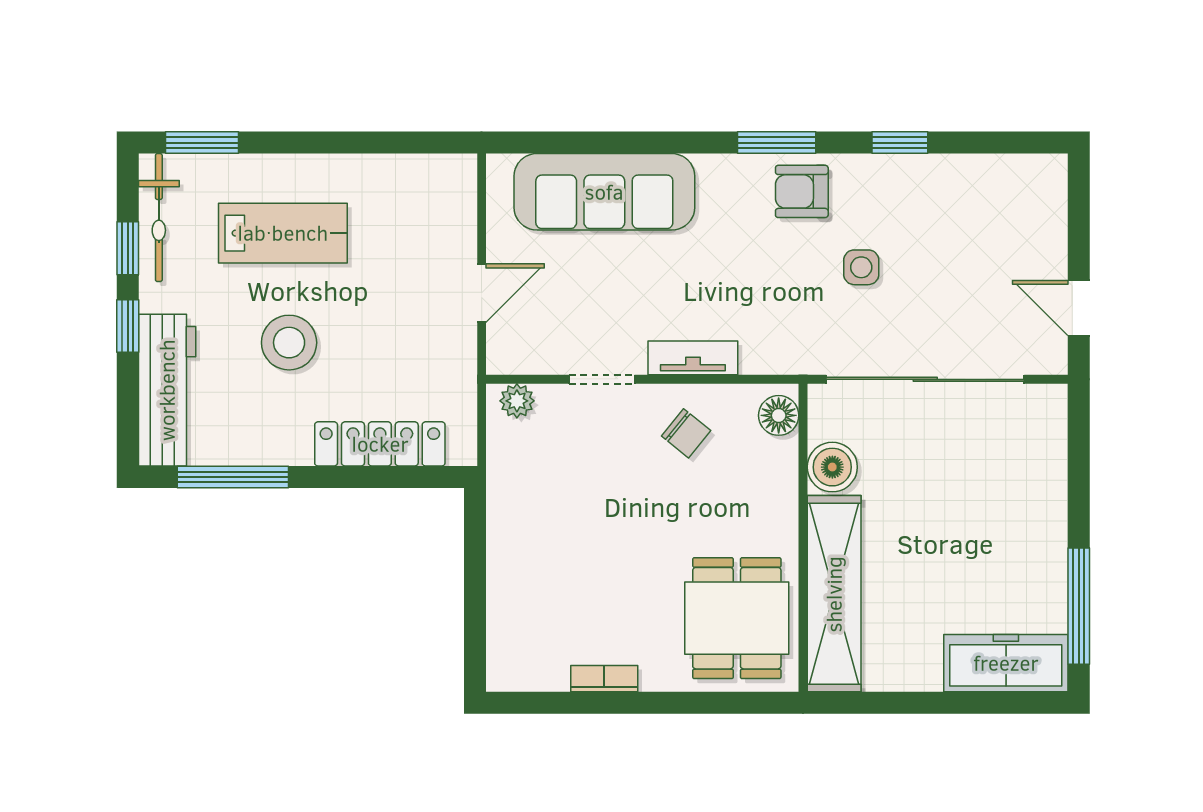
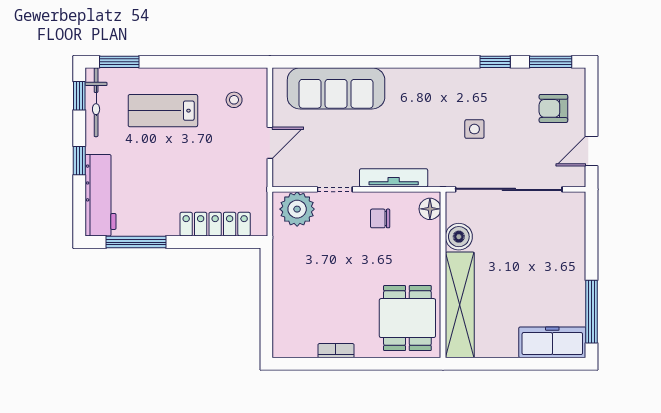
window: (777, 143) -> (551, 62), moved
armchair: (802, 191) -> (553, 108), moved
lab bench: (283, 233) -> (163, 111), turned 180
window: (128, 248) -> (79, 96), moved
door: (1079, 308) -> (592, 151), hinge flipped
stool: (289, 343) -> (234, 100), moved, width x0.53, depth x0.53
tv unit: (693, 358) -> (394, 178), width x1.41
plant: (517, 401) -> (297, 209), width x1.88, depth x1.88
chair: (686, 433) -> (380, 218), turned 141

